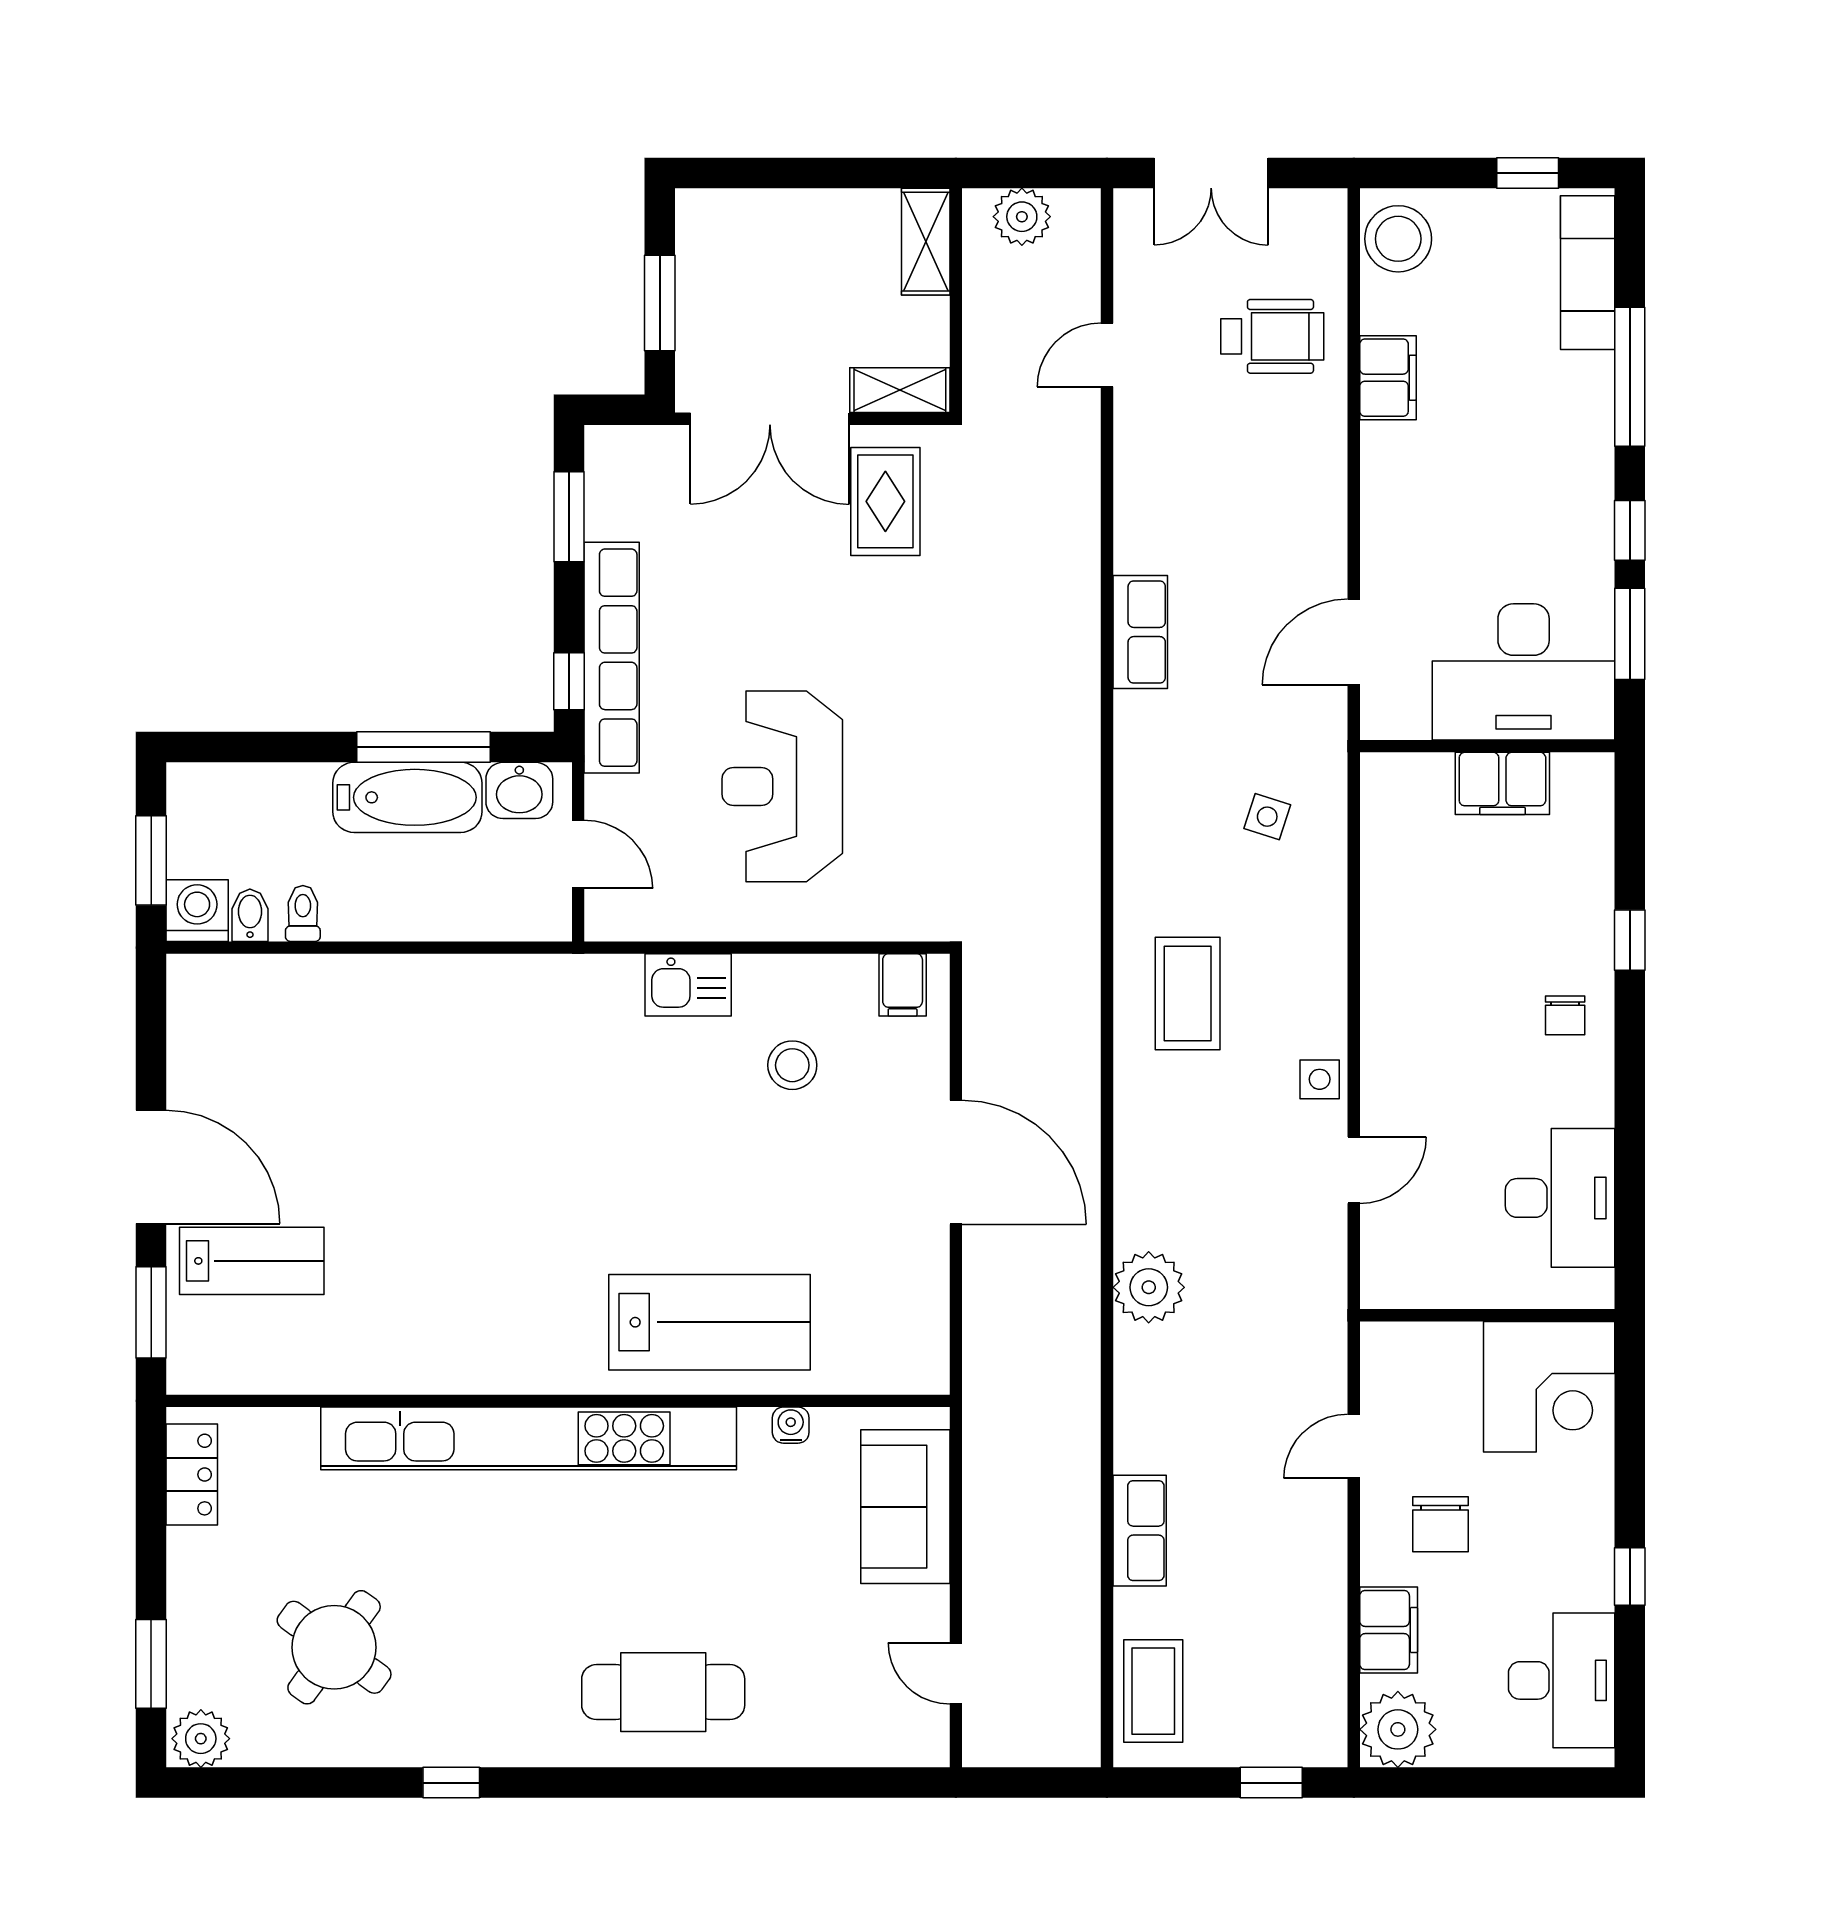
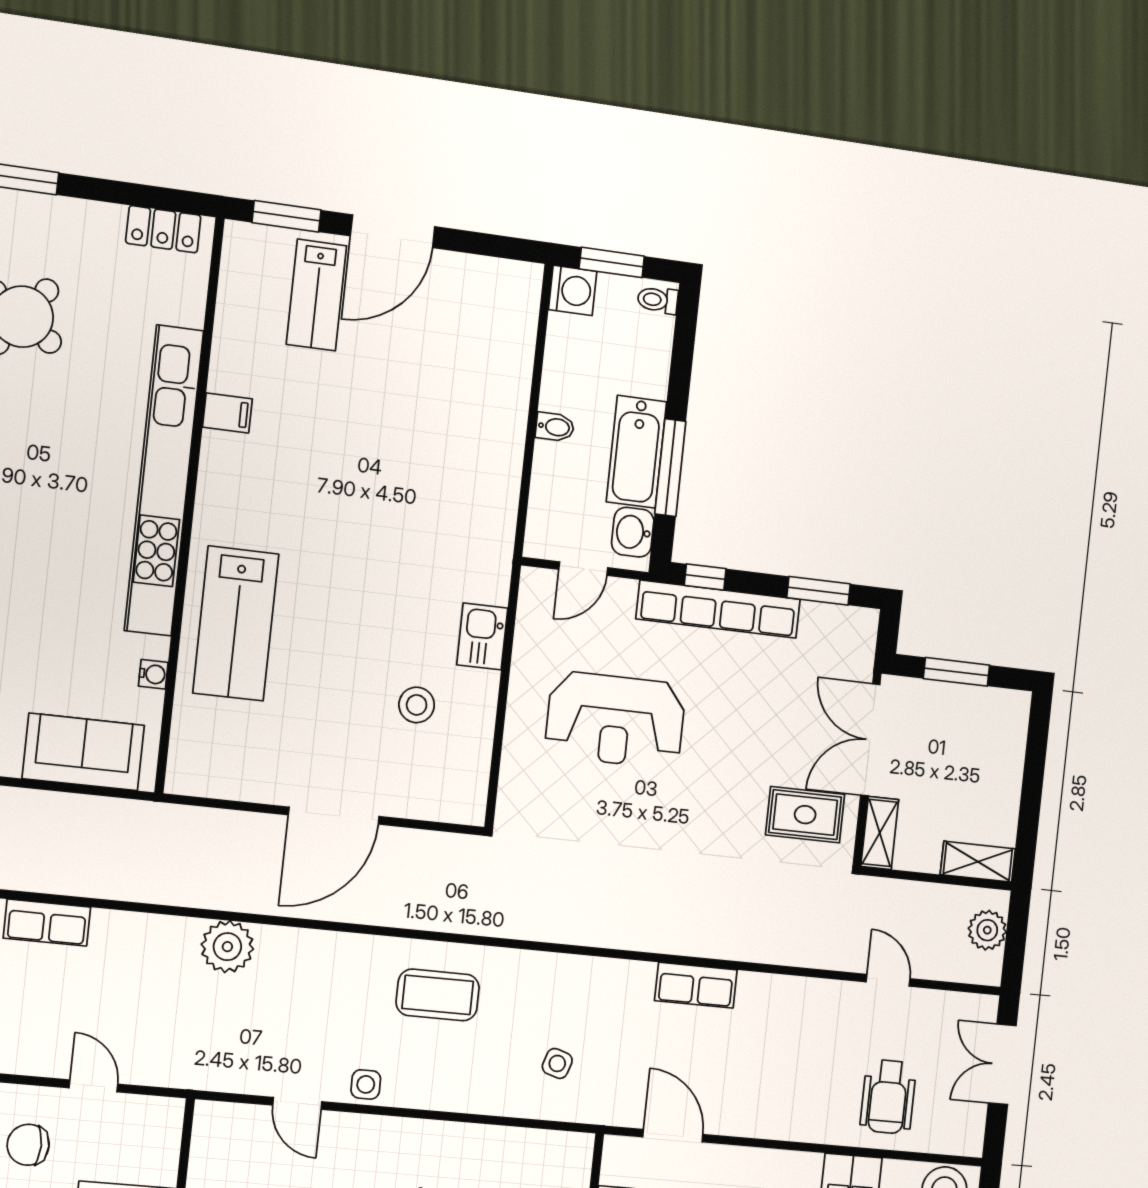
reception desk: (782, 786) -> (615, 720), turned 180
toilet: (303, 913) -> (658, 300), moved, turned 180
bidet: (250, 915) -> (555, 427), moved
filing cabinet: (903, 985) -> (227, 413), moved, turned 180

